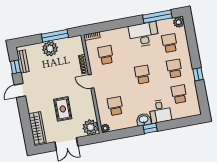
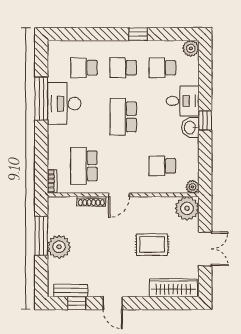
window: (157, 17) -> (41, 98), moved
plant: (179, 22) -> (191, 48), moved
school desk: (106, 55) -> (84, 166), width x1.85
school desk: (142, 75) -> (123, 117), width x1.85

